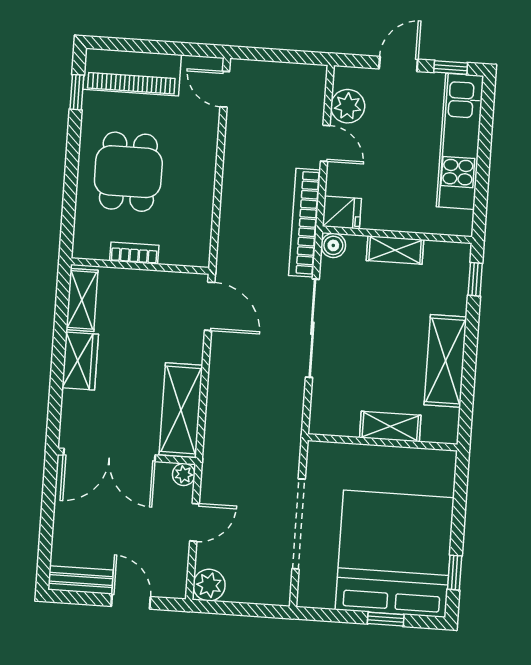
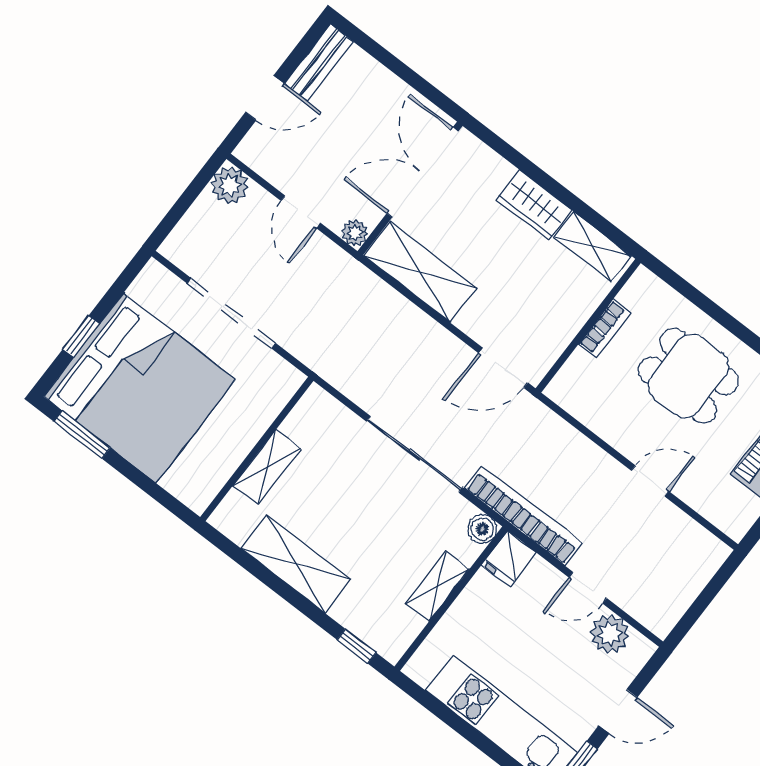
door: (398, 64) -> (618, 711), hinge flipped
door: (225, 89) -> (650, 481), moved
window: (455, 573) -> (82, 435), width x1.50

